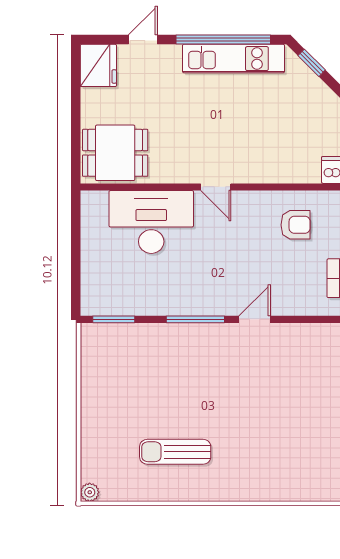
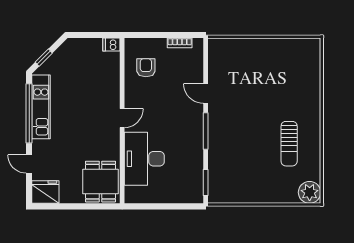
plant: (90, 492) -> (310, 192), width x1.87, depth x1.87

